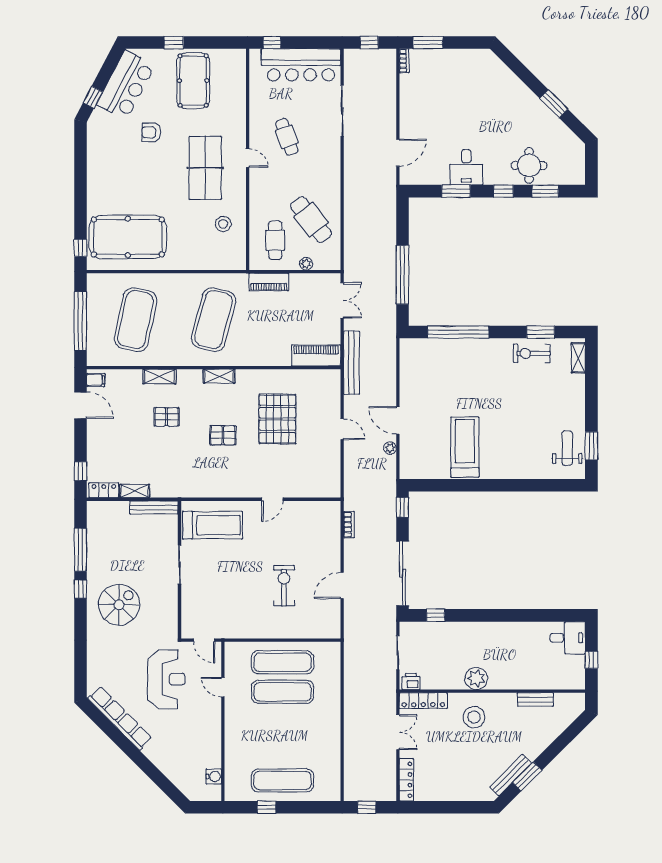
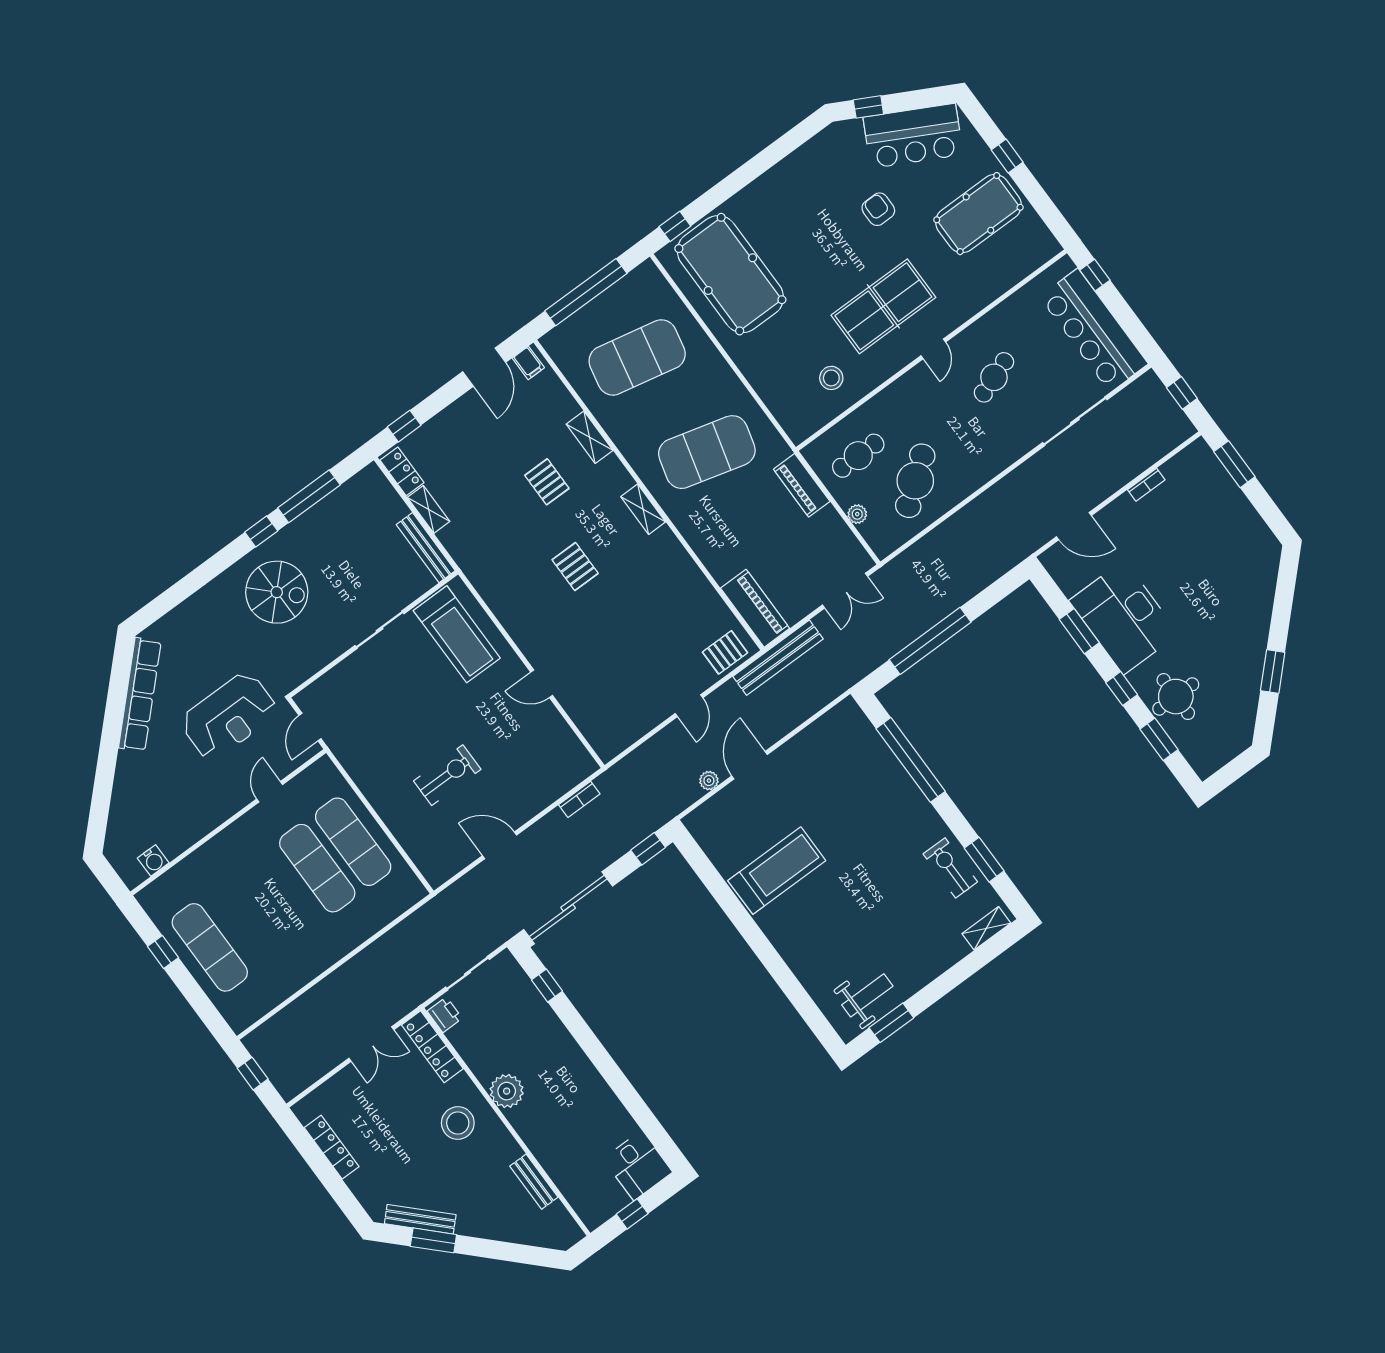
bookcase: (404, 61) -> (1146, 485), moved
desk: (466, 167) -> (1124, 617), width x1.87, depth x1.30
pallet: (277, 419) -> (725, 652), moved, width x0.49, depth x0.50
locker: (406, 780) -> (332, 1147), moved, turned -90

